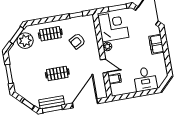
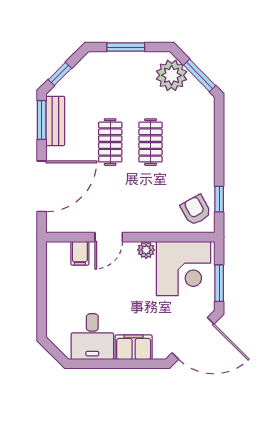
clothes rail: (50, 34) -> (151, 142), moved
plant: (25, 41) -> (172, 75), moved
armchair: (77, 41) -> (196, 210), moved
desk: (145, 79) -> (92, 337), moved, turned -90
door: (85, 103) -> (42, 186), hinge flipped

